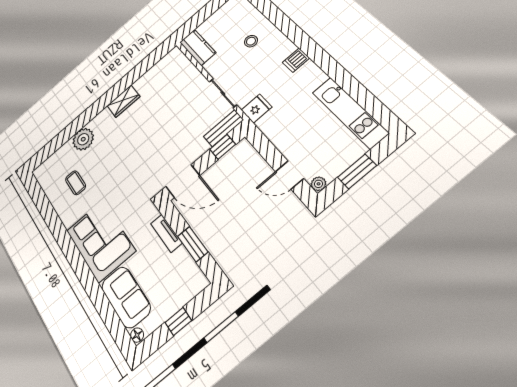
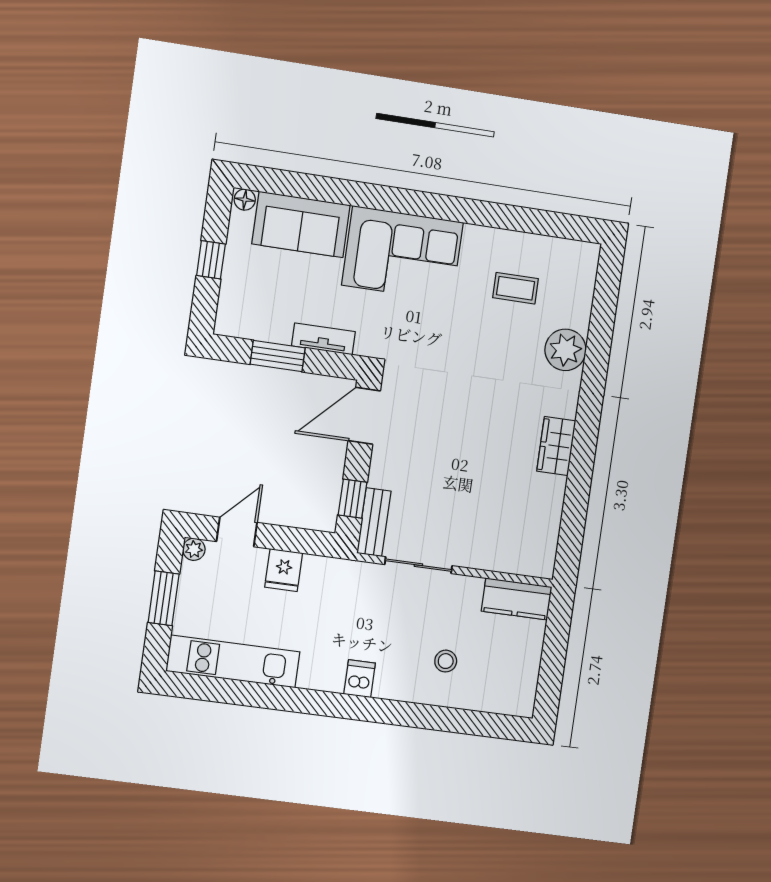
fridge: (257, 109) -> (284, 570), moved

